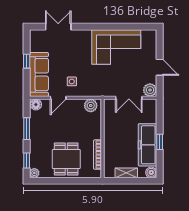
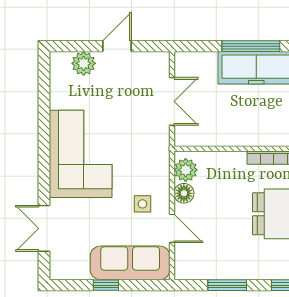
corner sofa: (116, 47) -> (81, 154), moved
plant: (150, 90) -> (84, 63), moved
floor lamp: (36, 105) -> (184, 193), moved
window: (160, 142) -> (251, 46), width x2.17

